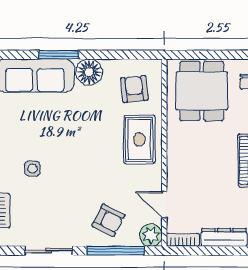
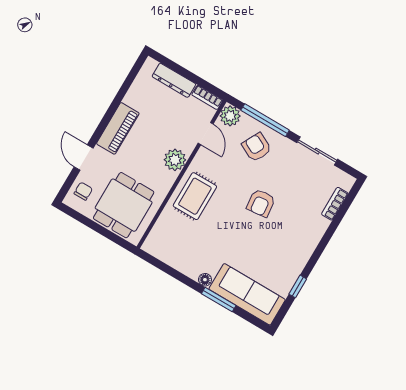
floor lamp: (89, 72) -> (205, 280), width x0.53, depth x0.53
armchair: (134, 89) -> (261, 203), moved
plant: (179, 163) -> (175, 160), added
side table: (32, 169) -> (292, 223), removed

